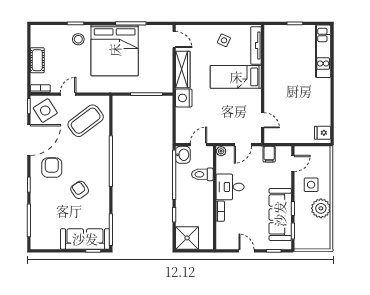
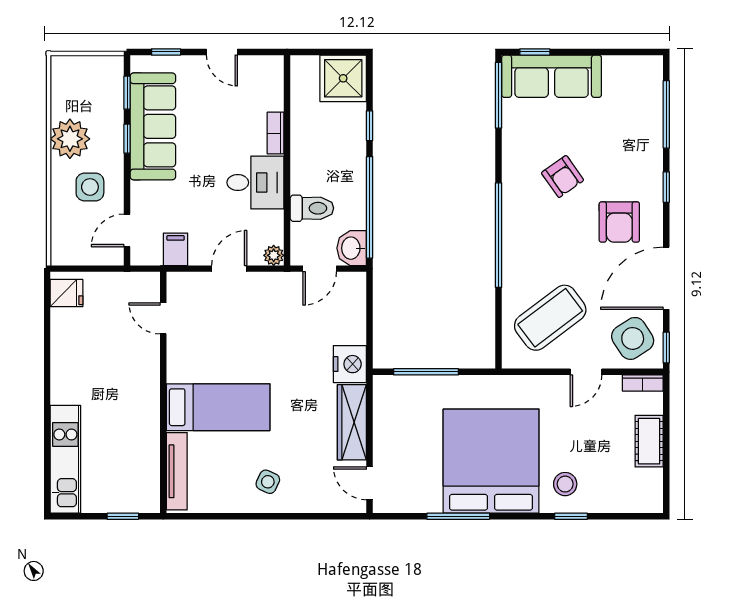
tv unit: (256, 45) -> (177, 471), moved
bed: (236, 77) -> (218, 407), moved
wall: (263, 84) -> (163, 392), moved
door: (263, 120) -> (163, 318), moved

